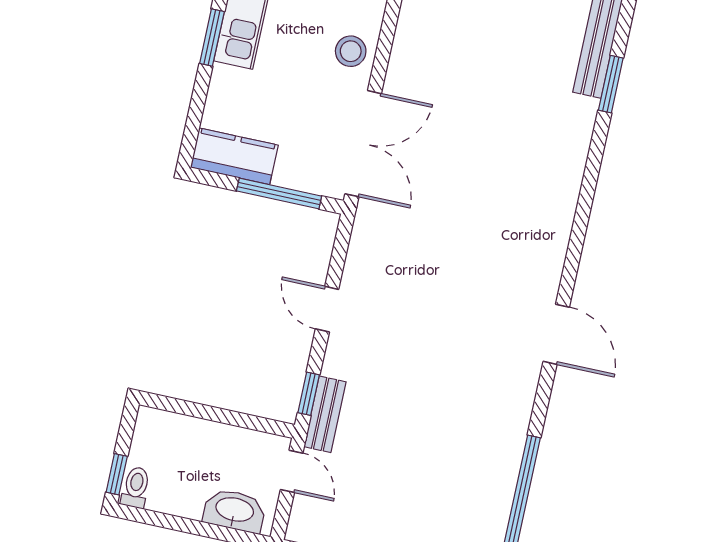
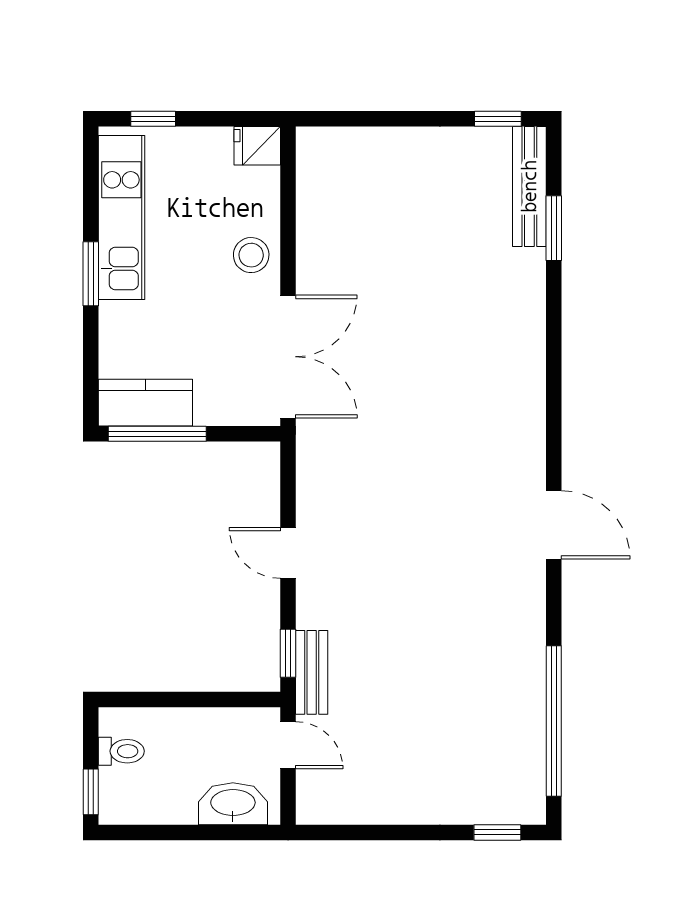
window: (279, 193) -> (157, 434), moved
toilet: (136, 487) -> (121, 751), moved, turned 90

